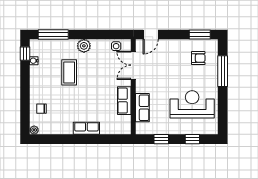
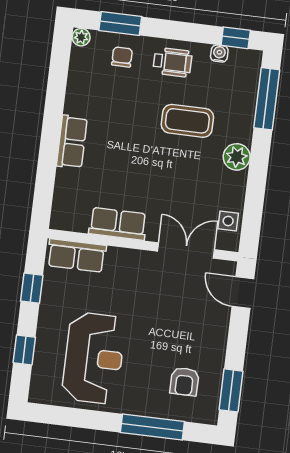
wheelchair: (41, 83) -> (173, 62), added
row of seats: (142, 108) -> (77, 256), moved
window: (25, 112) -> (120, 24), added

